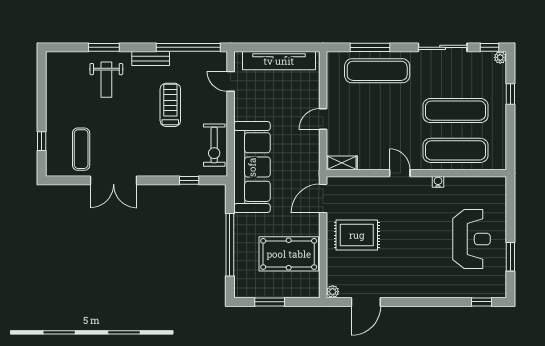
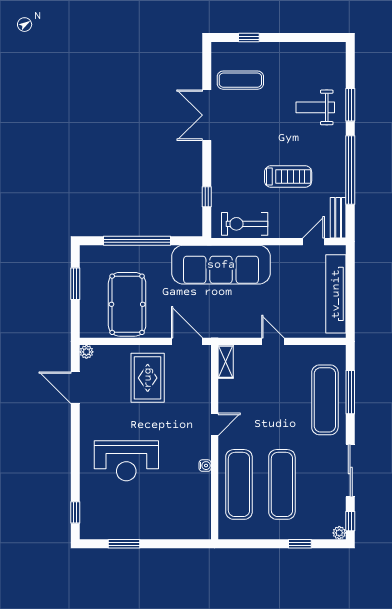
window: (188, 47) -> (350, 170), moved
bench: (151, 59) -> (338, 218), moved
reception desk: (472, 239) -> (126, 461), moved

